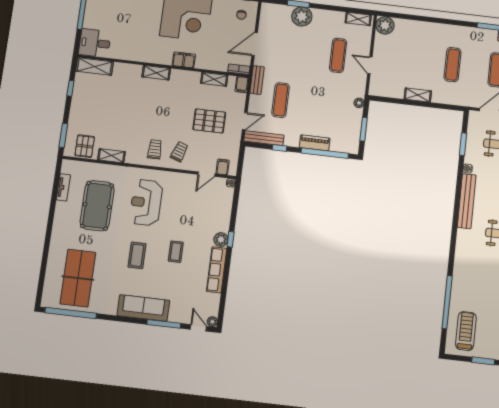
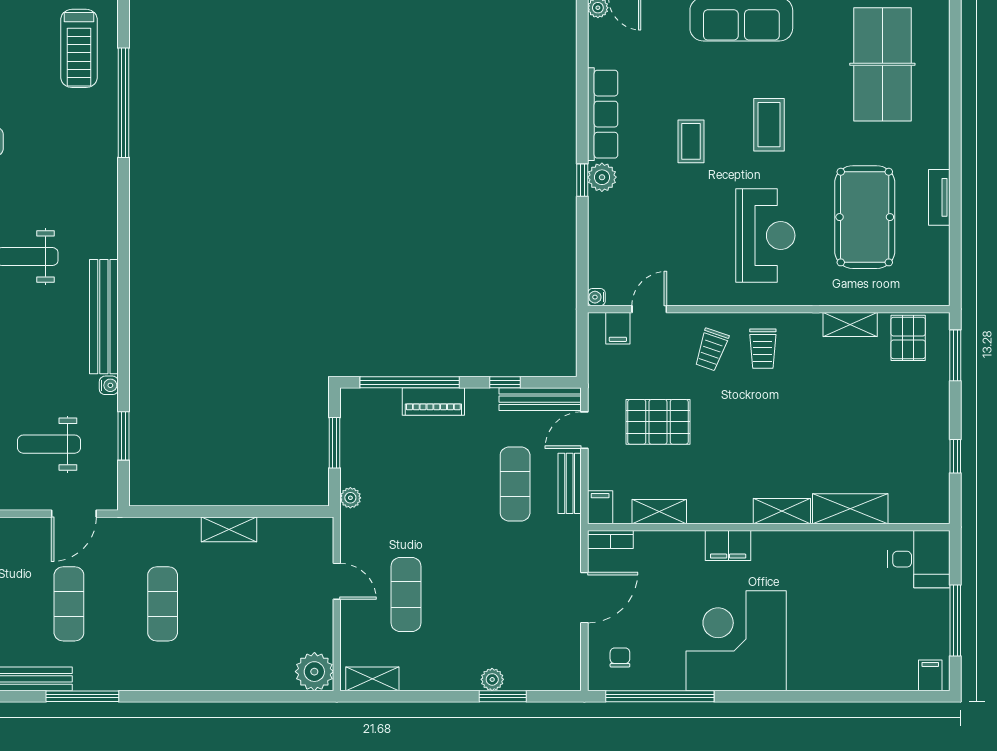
plant: (302, 16) -> (492, 679), width x0.53, depth x0.53
shelving: (94, 66) -> (850, 509), moved
bench: (257, 80) -> (570, 483), moved
tv unit: (63, 187) -> (939, 197), moved

